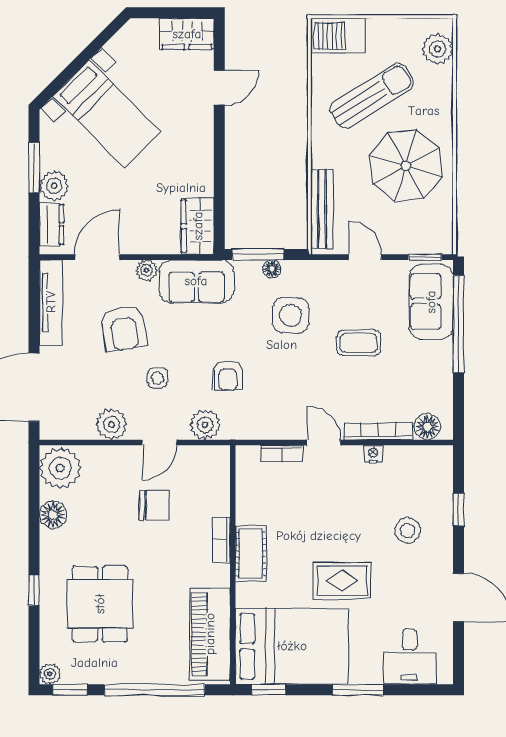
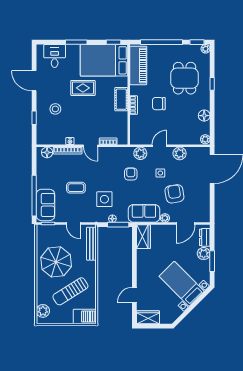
tv unit: (51, 302) -> (205, 205), removed
plant: (60, 468) -> (205, 139), width x0.53, depth x0.53
chair: (154, 505) -> (159, 104), moved

